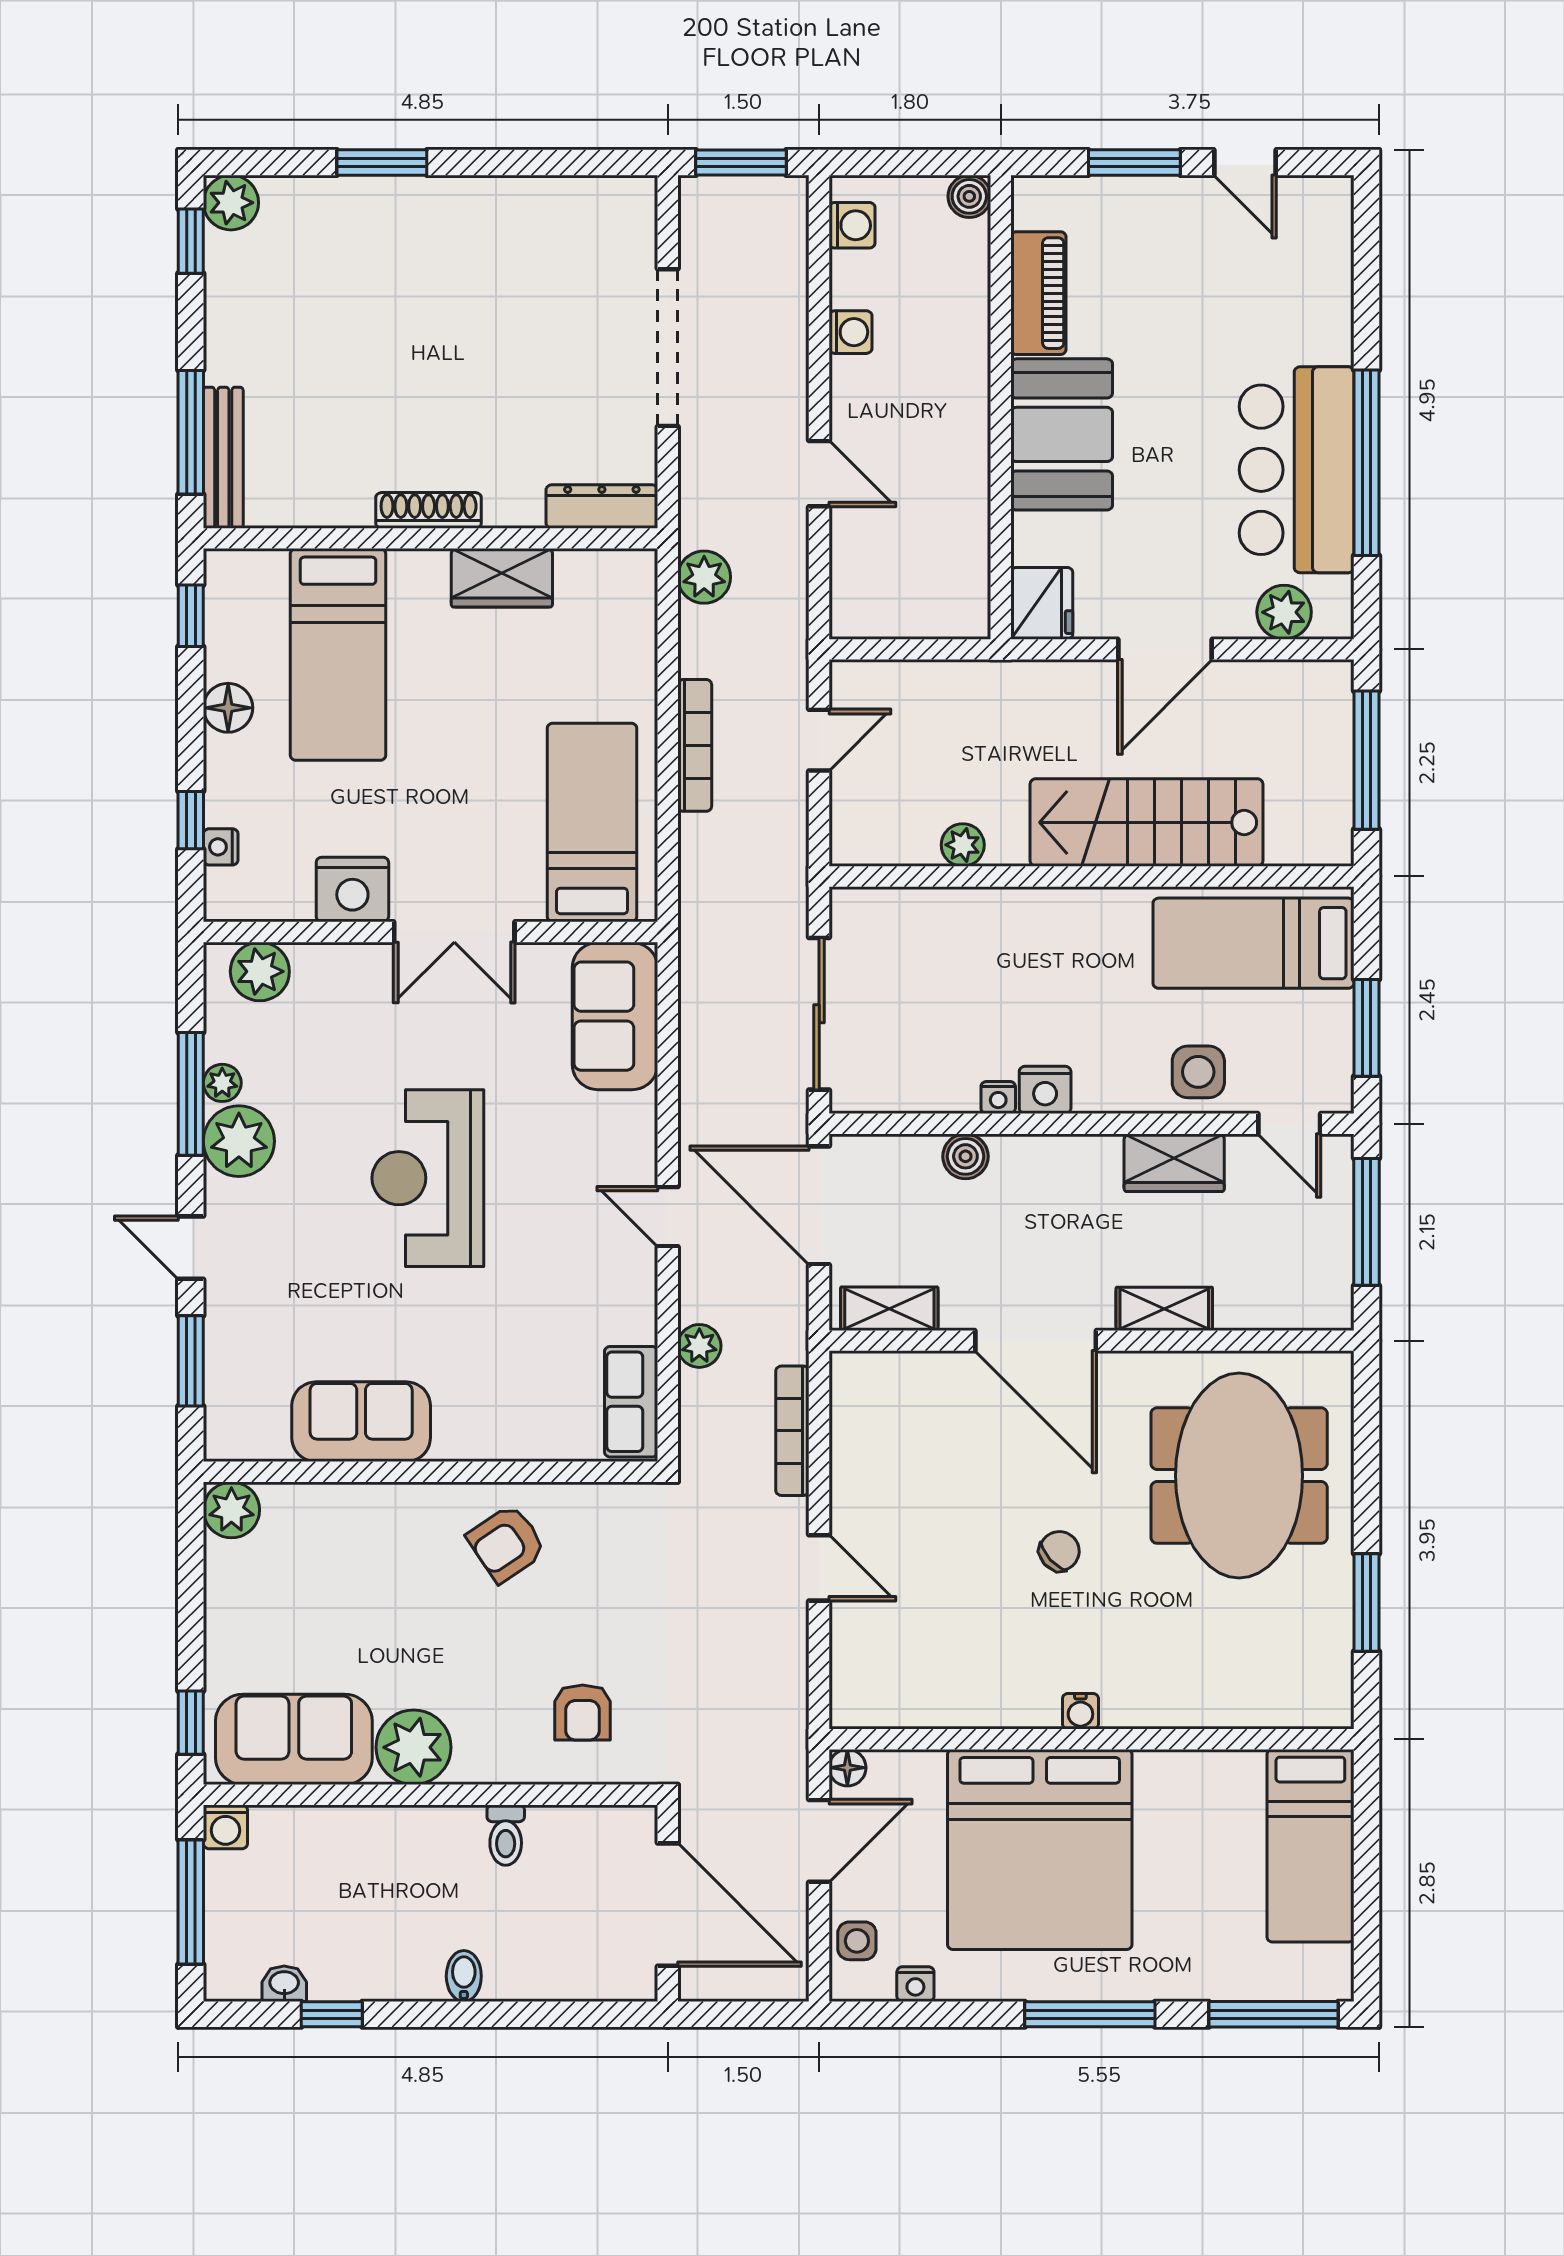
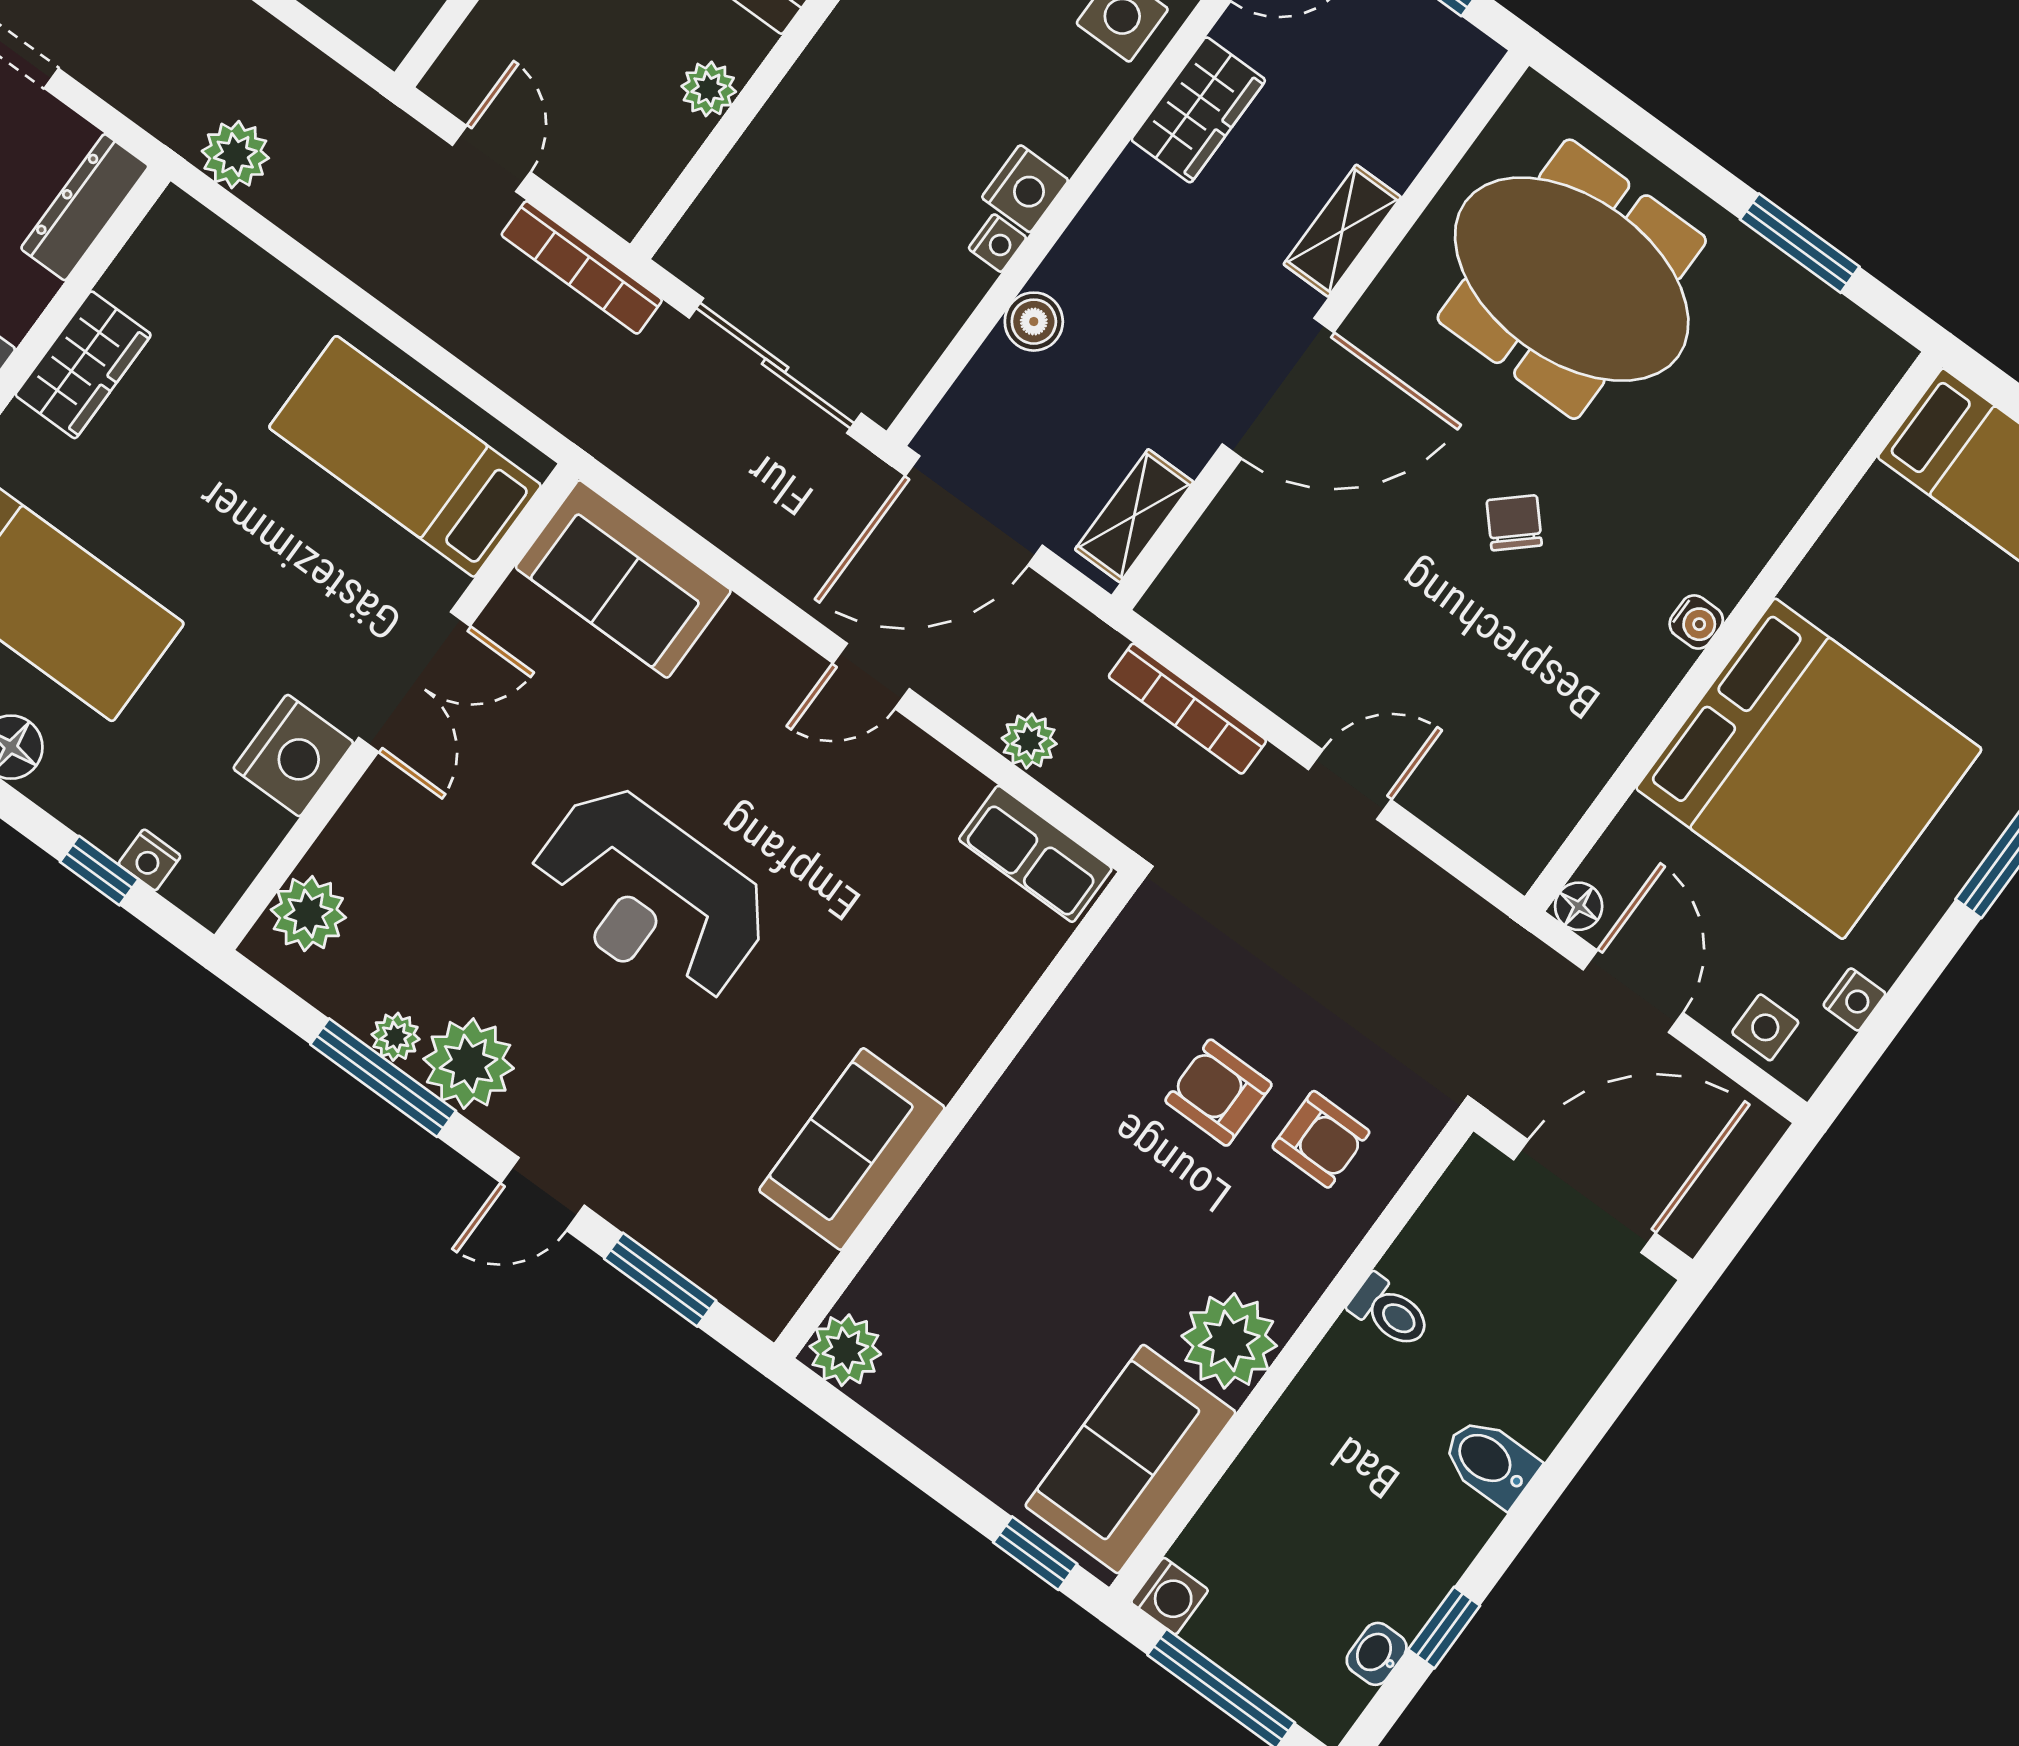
bookcase: (695, 745) -> (582, 267), moved, turned 180
armchair: (507, 1543) -> (1218, 1093), moved, turned 124
bidet: (464, 1976) -> (1490, 1462), width x1.38, depth x1.36

